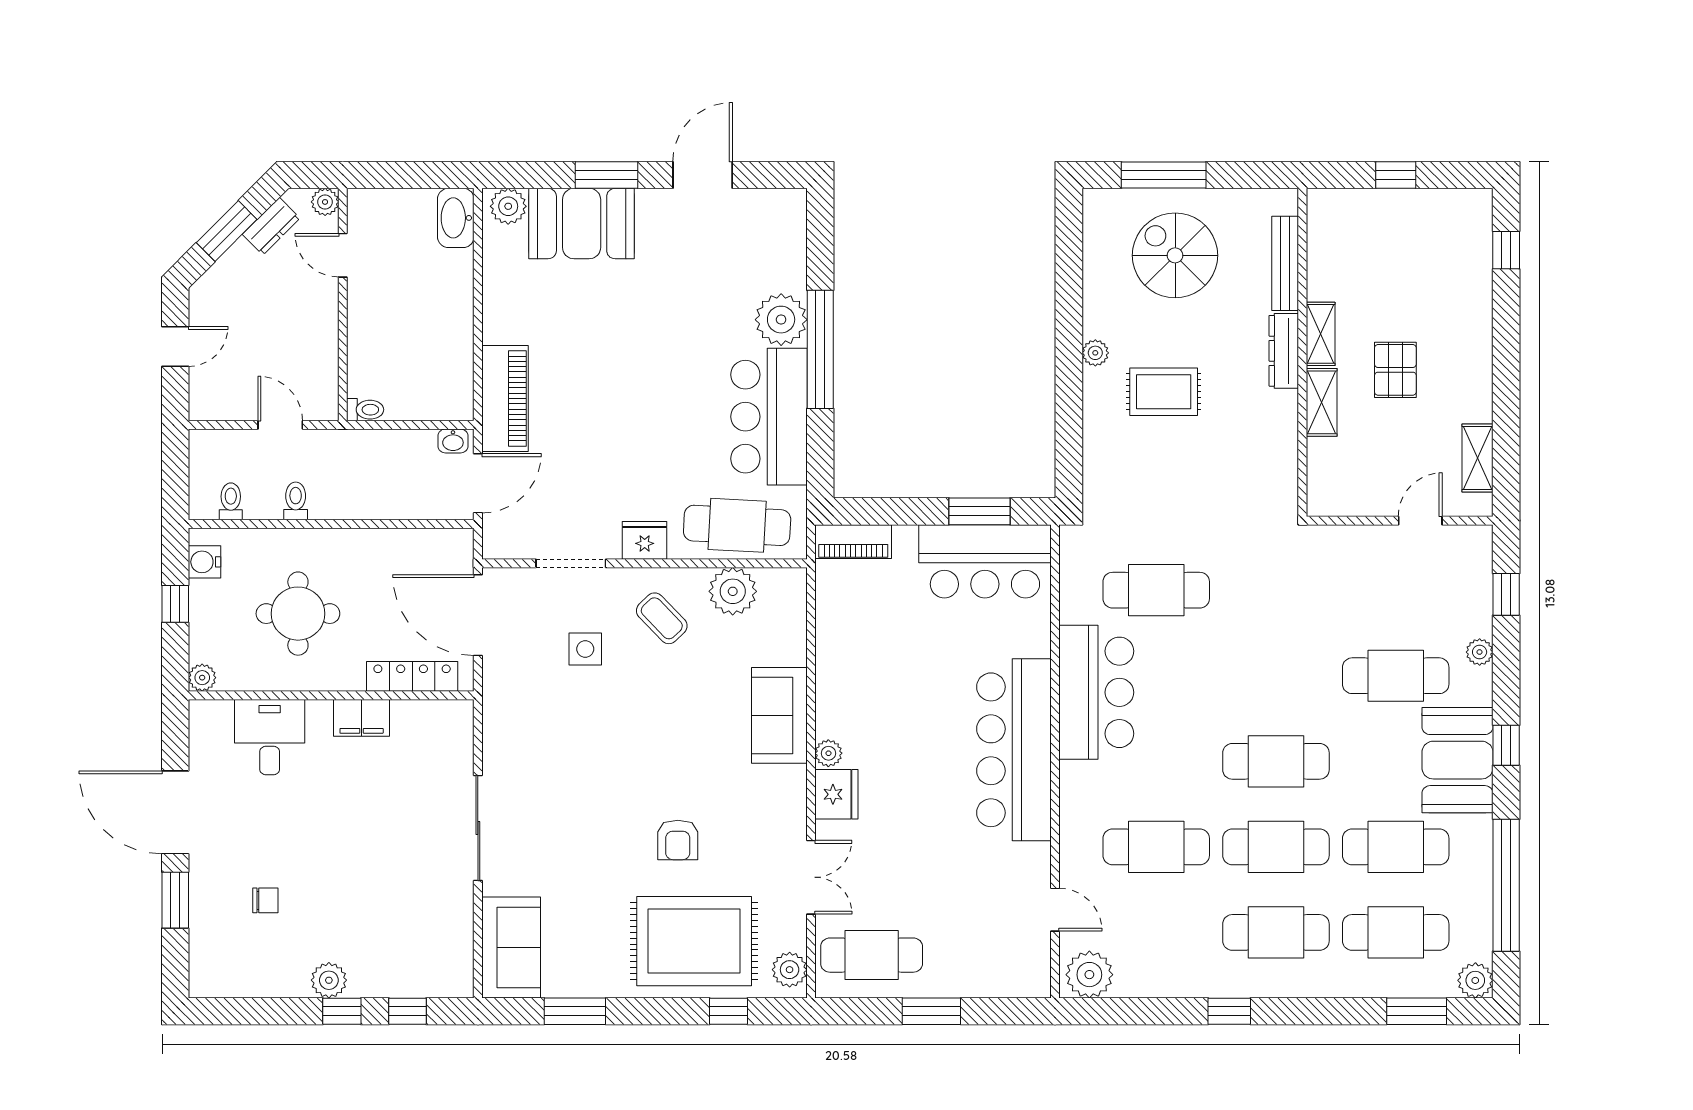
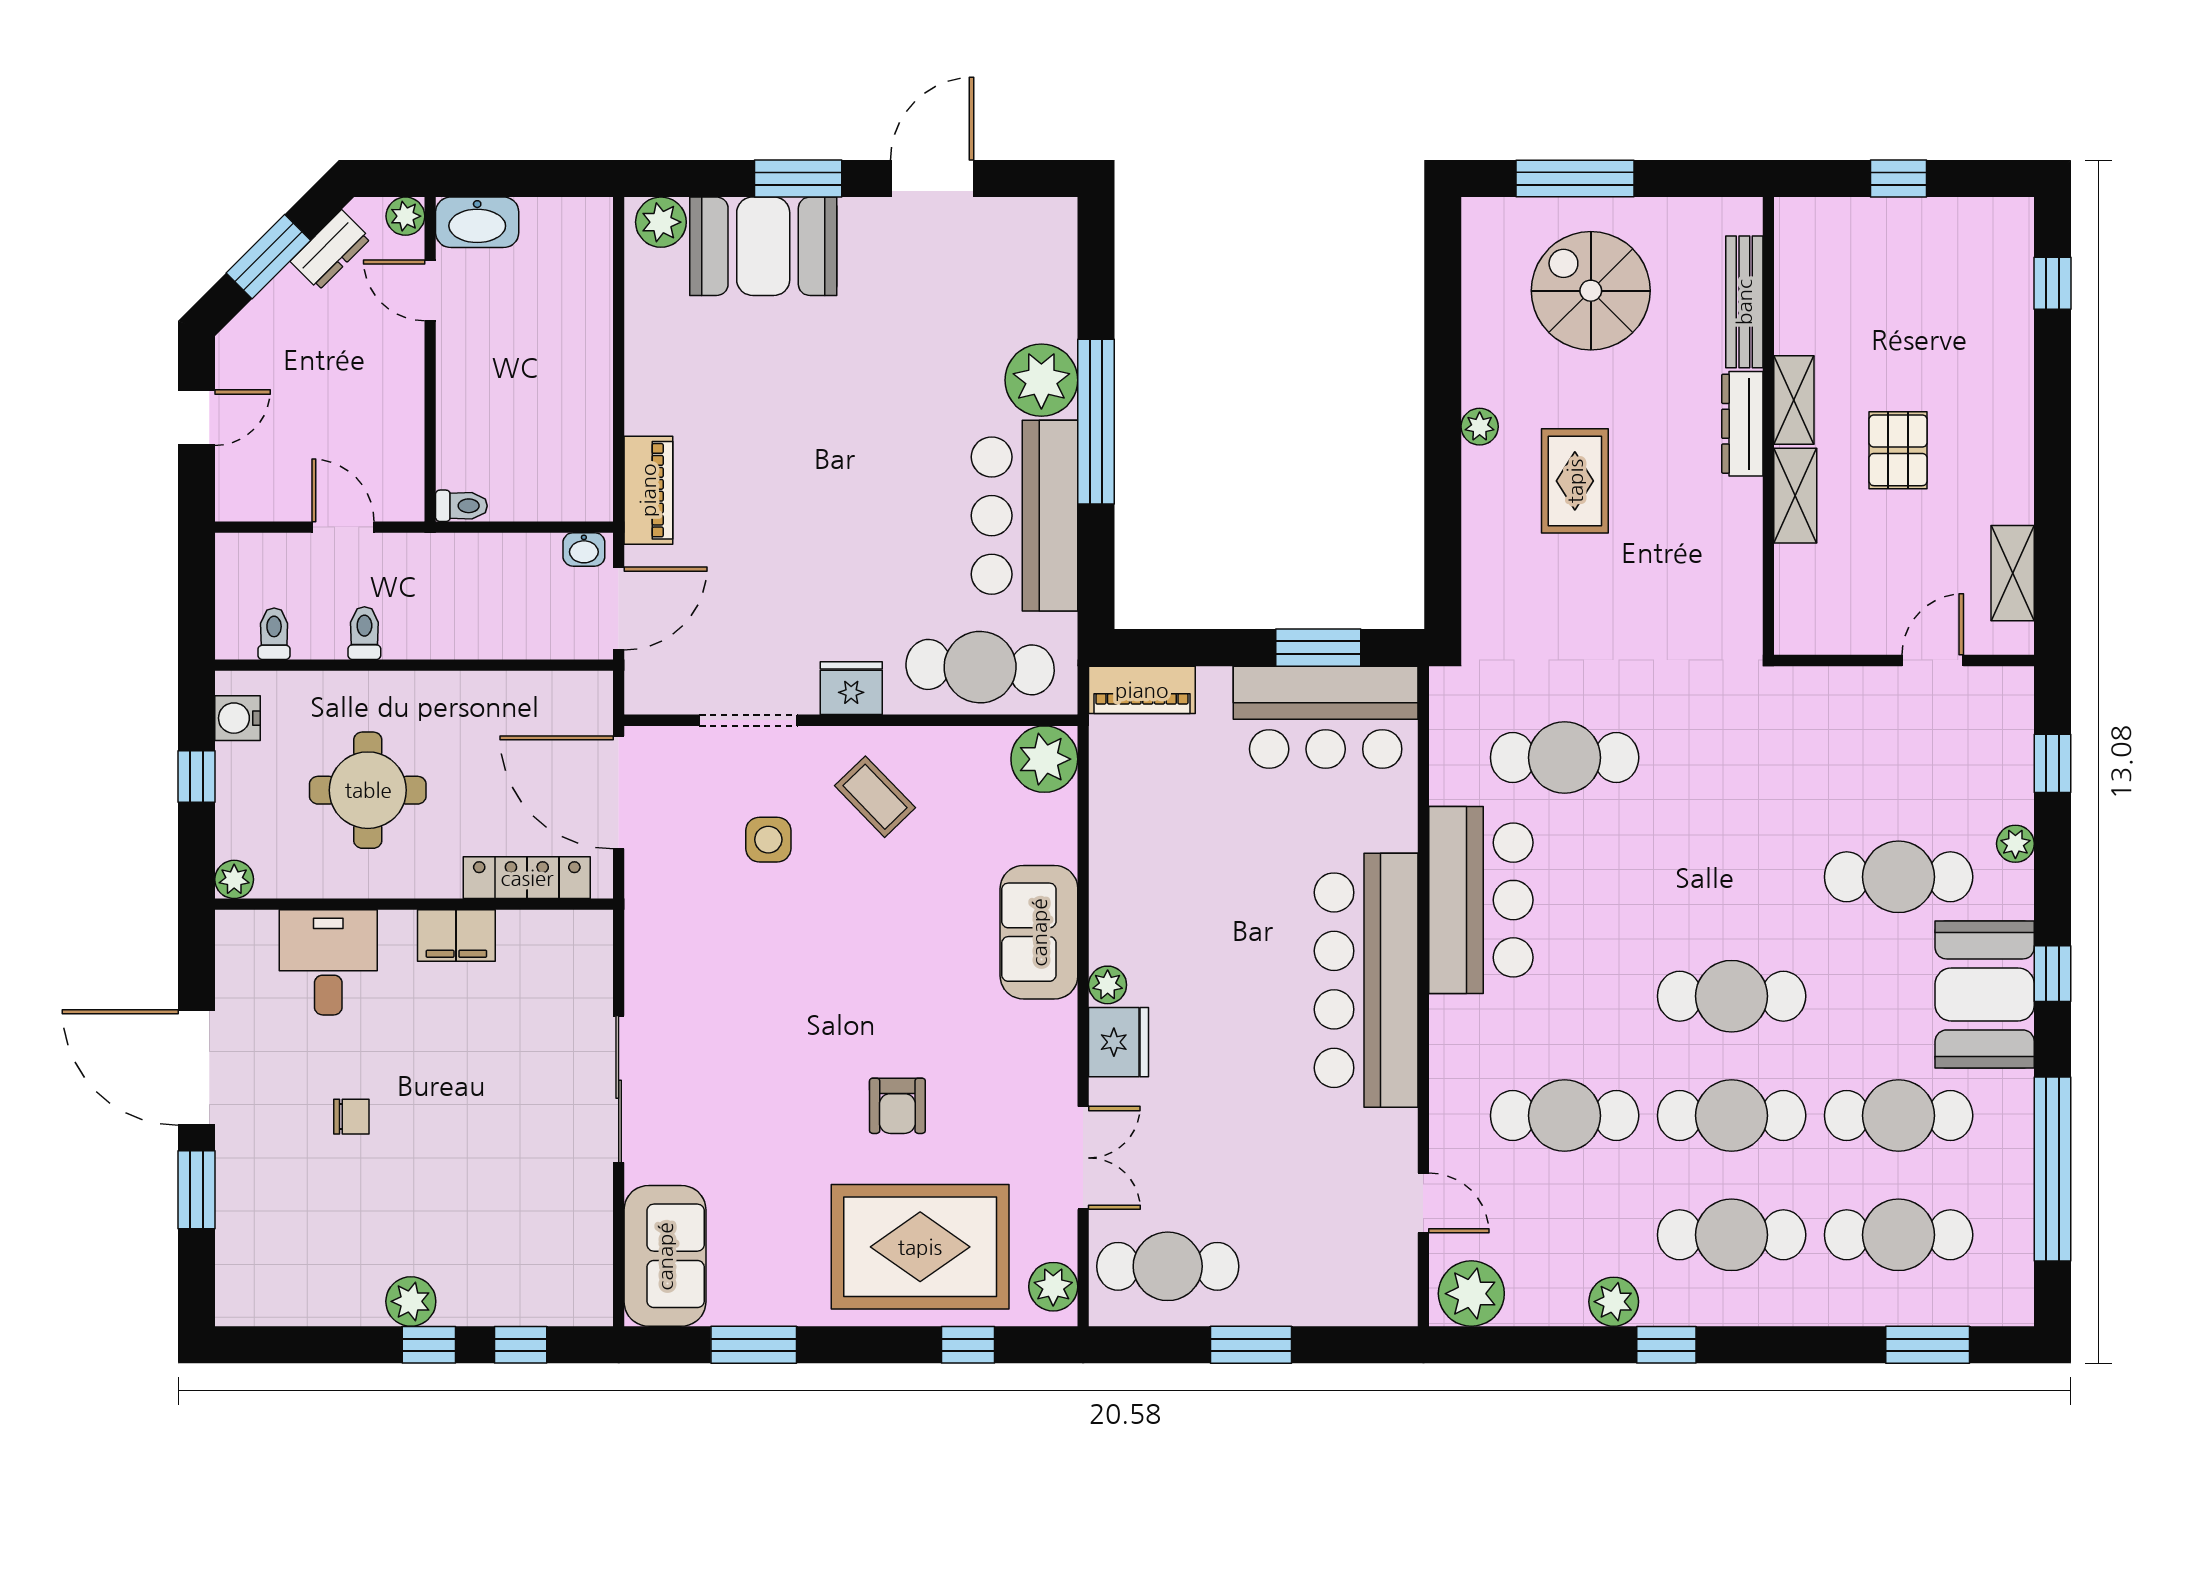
washbasin: (456, 218) -> (477, 222), moved, turned -90
rug: (1164, 392) -> (1575, 481), turned 90
piano: (505, 398) -> (648, 490), width x0.73, depth x0.75
plant: (733, 591) -> (1044, 759), moved
chair: (265, 900) -> (351, 1117), moved
plant: (1475, 980) -> (1614, 1302), moved

